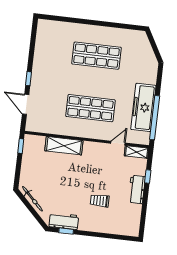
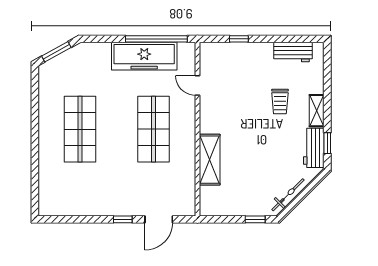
window: (154, 45) -> (56, 52), added
window: (21, 146) -> (255, 219), moved
shelving: (137, 152) -> (317, 111), moved
workbench: (137, 189) -> (293, 52), moved

